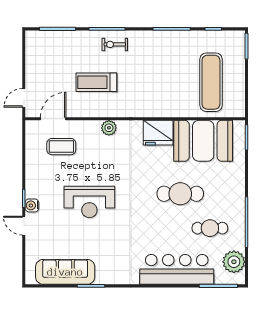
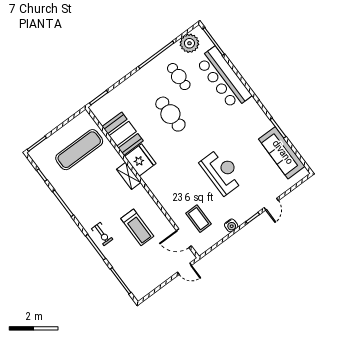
shelving: (151, 111) -> (129, 176), added
plant: (109, 128) -> (162, 196), removed
booth: (203, 141) -> (123, 134), width x0.73, depth x0.70
water cooler: (32, 205) -> (231, 225), moved

